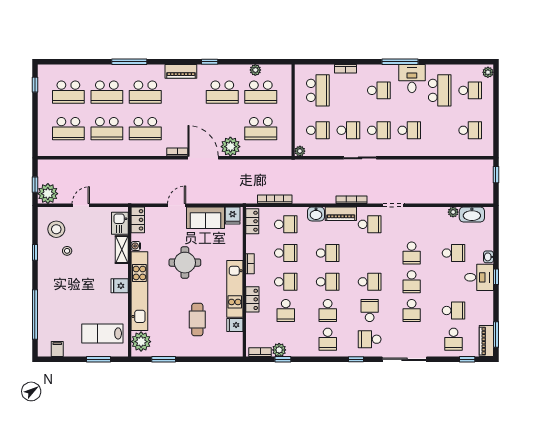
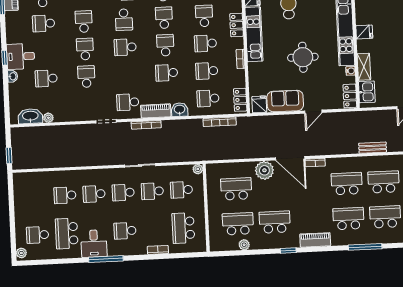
school desk: (470, 130) -> (65, 195), moved
bench: (117, 165) -> (373, 148), added
school desk: (328, 282) -> (165, 45), turned 90

